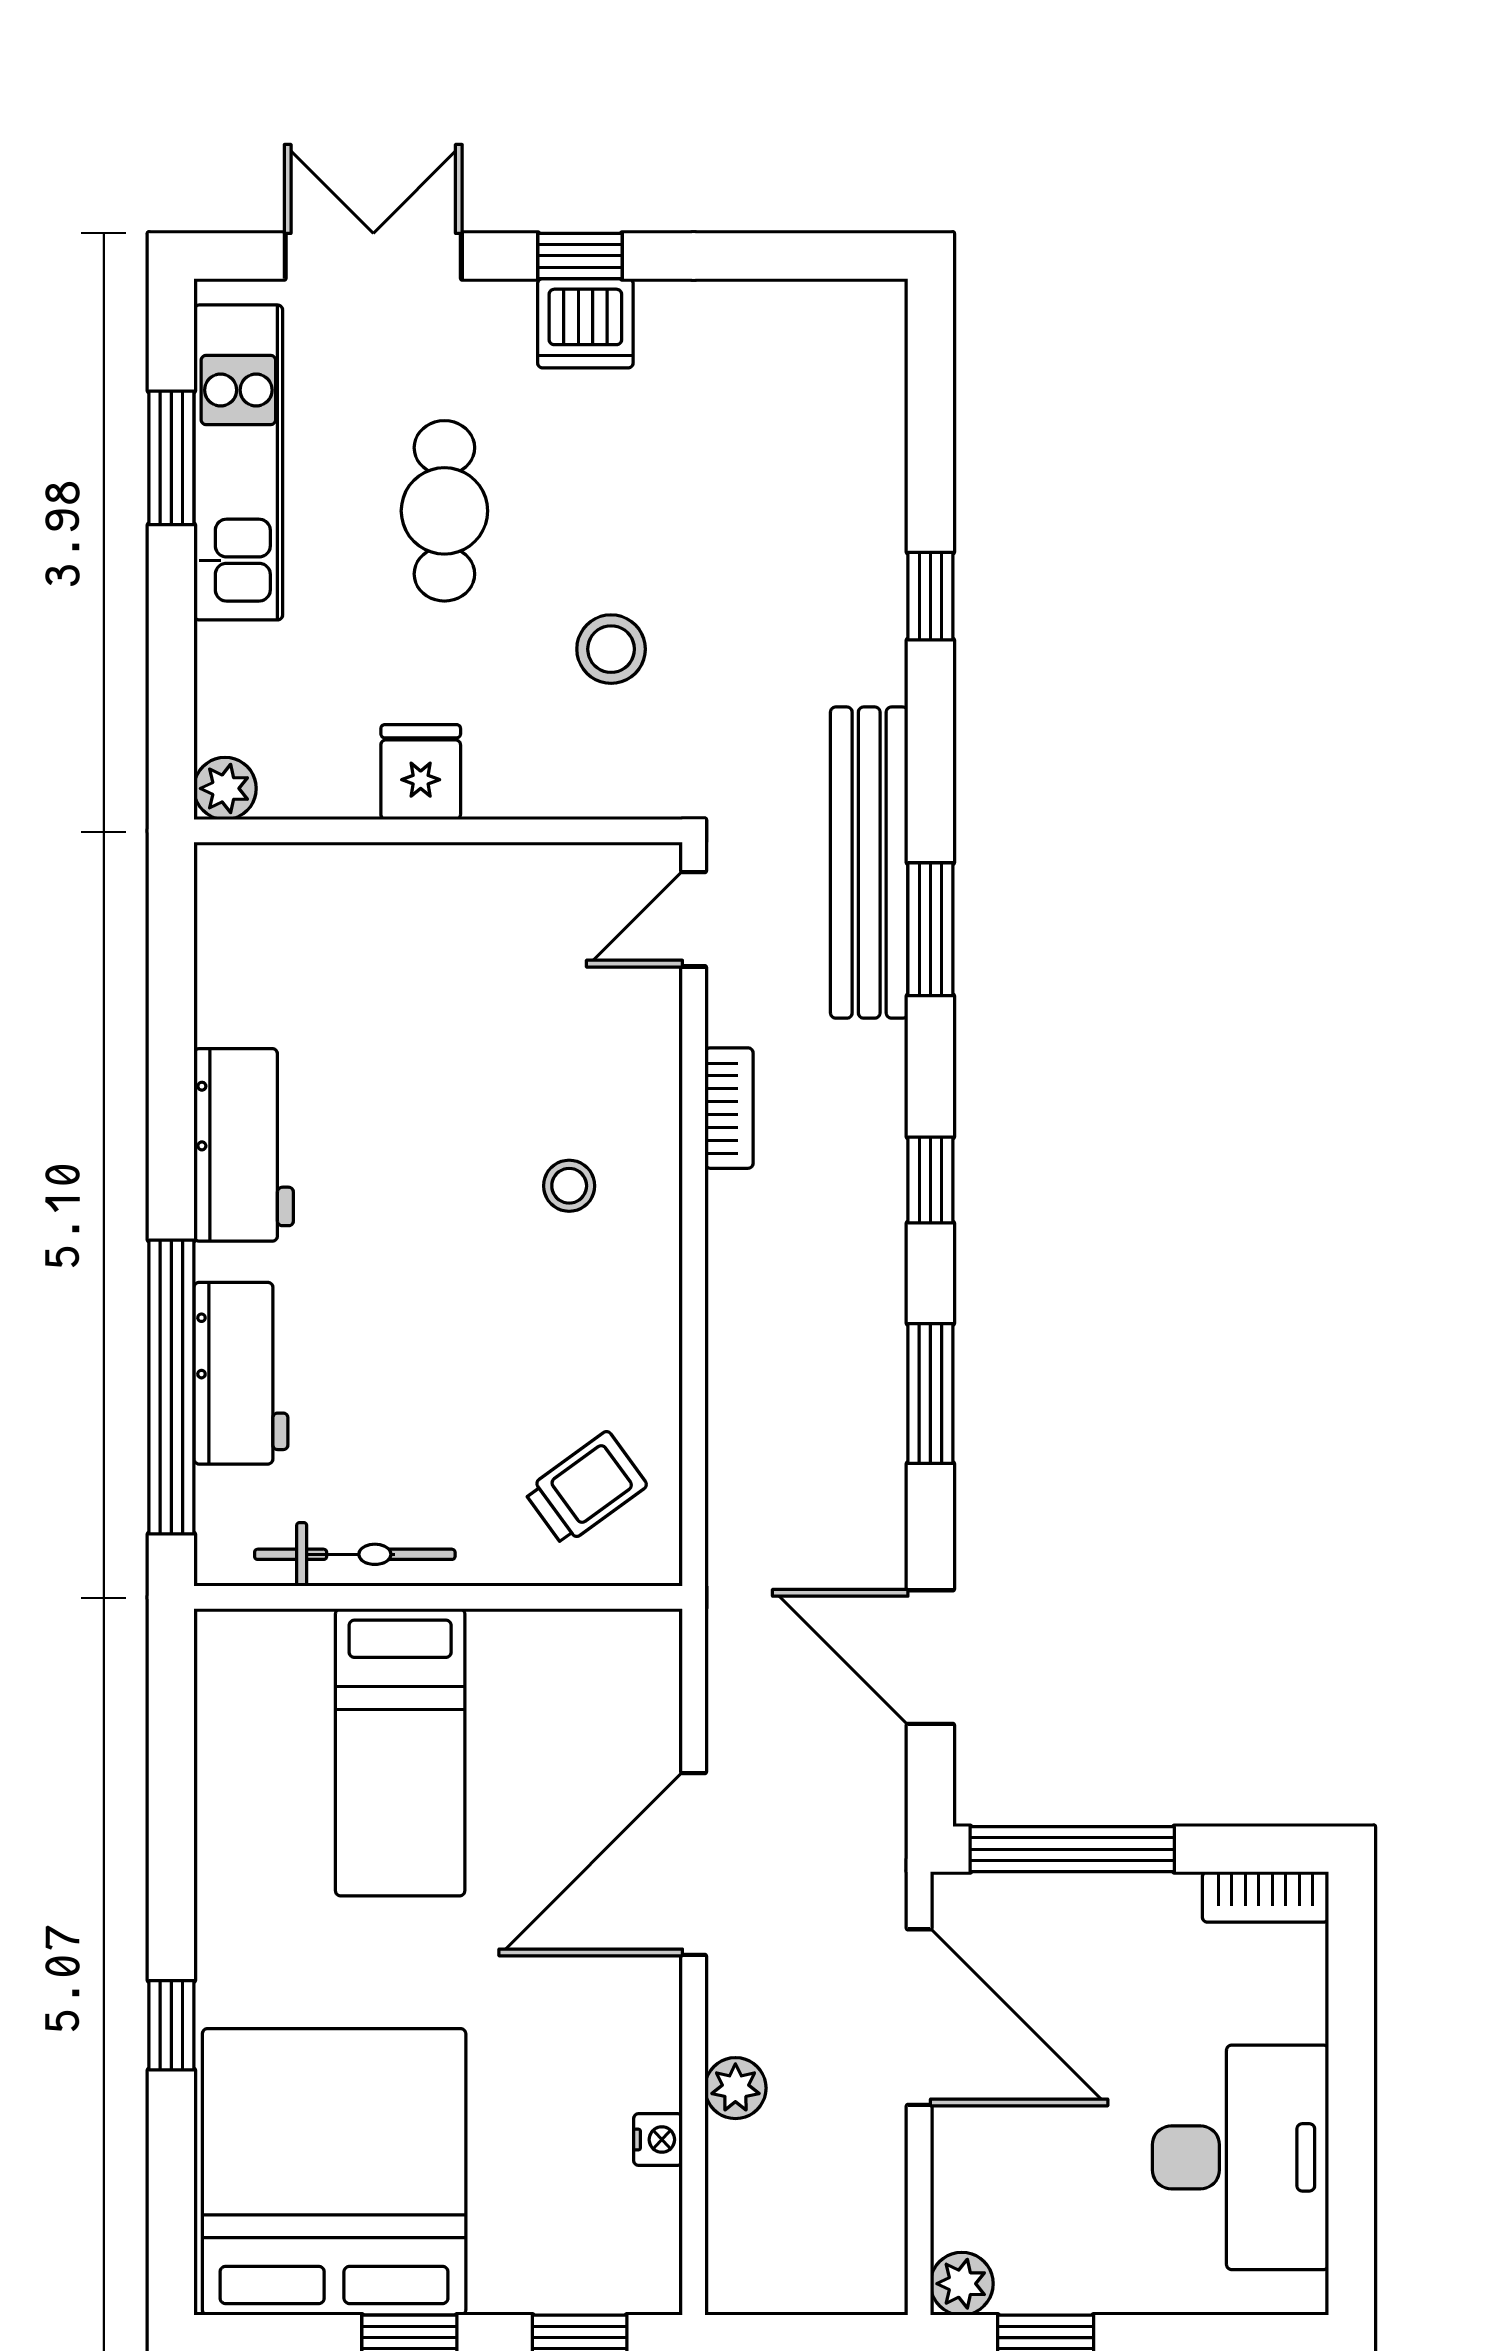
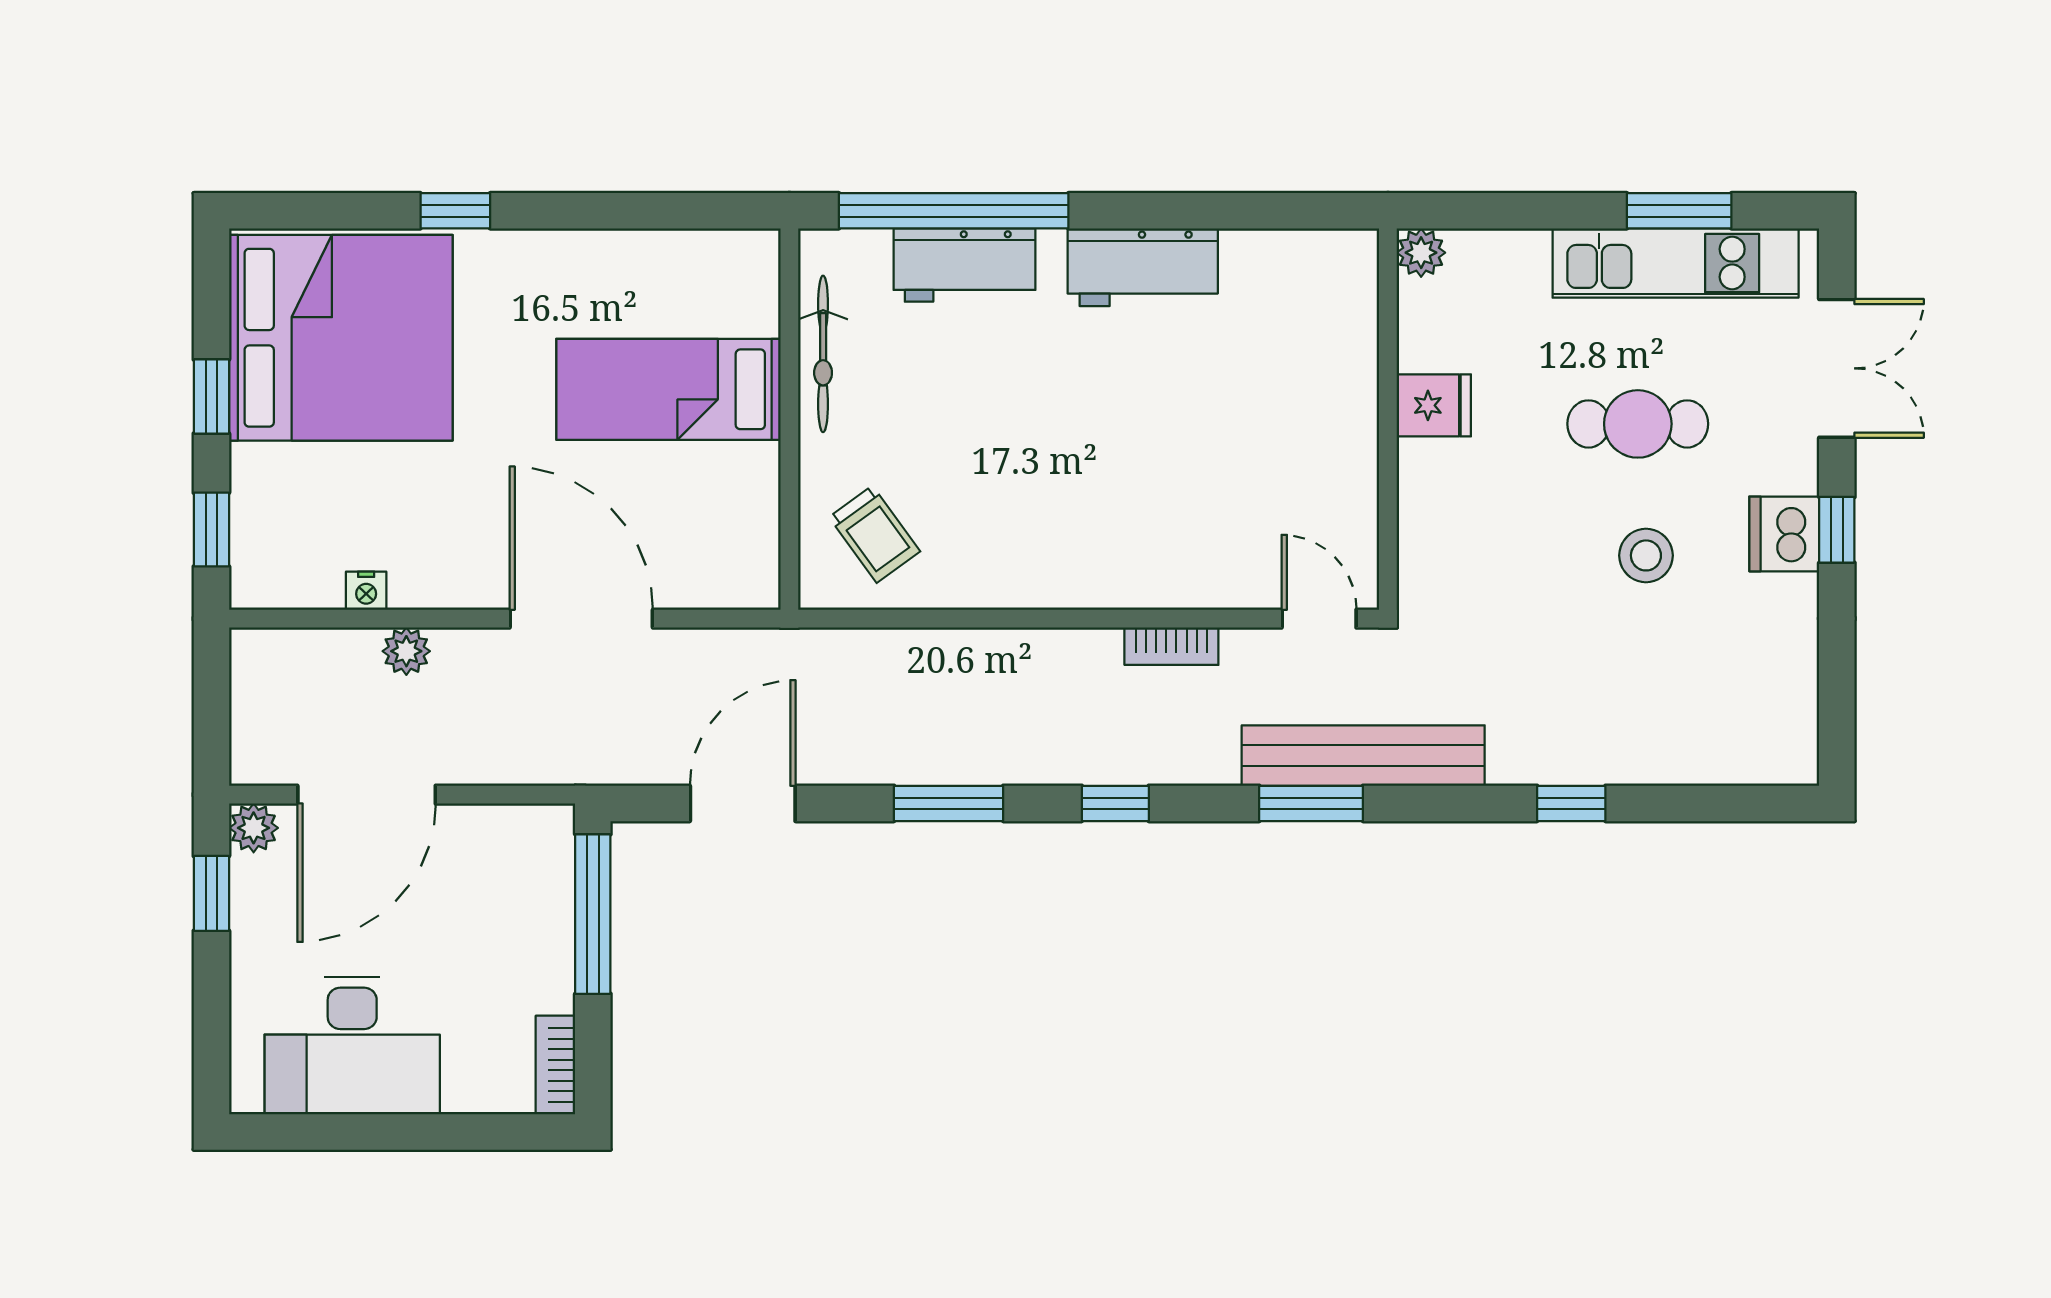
stool: (611, 649) -> (1646, 555), moved
stool: (569, 1186) -> (1111, 521), removed
door: (919, 2017) -> (367, 795), moved

